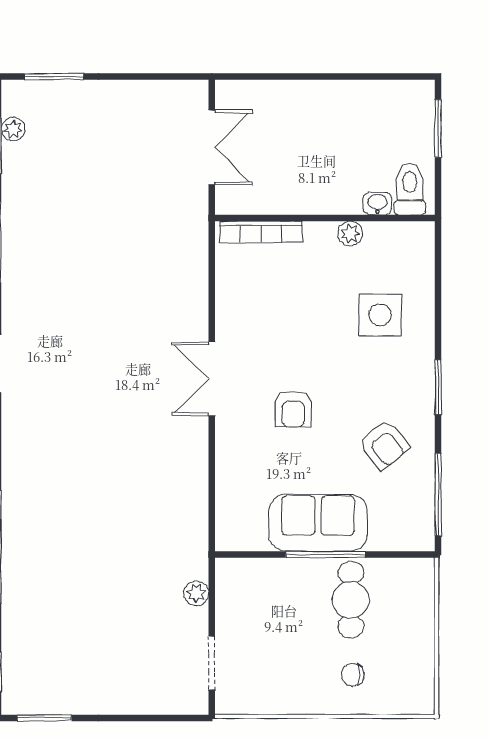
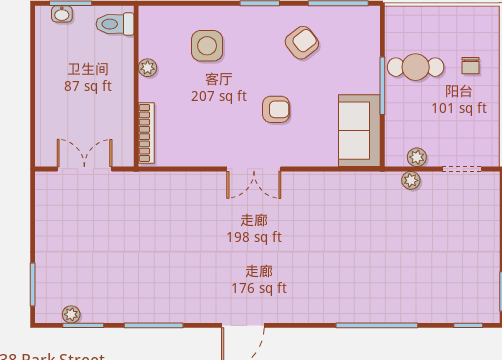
washbasin: (378, 204) -> (62, 14), moved, turned -90
sofa: (318, 523) -> (359, 131), moved
plant: (228, 601) -> (417, 157), added

